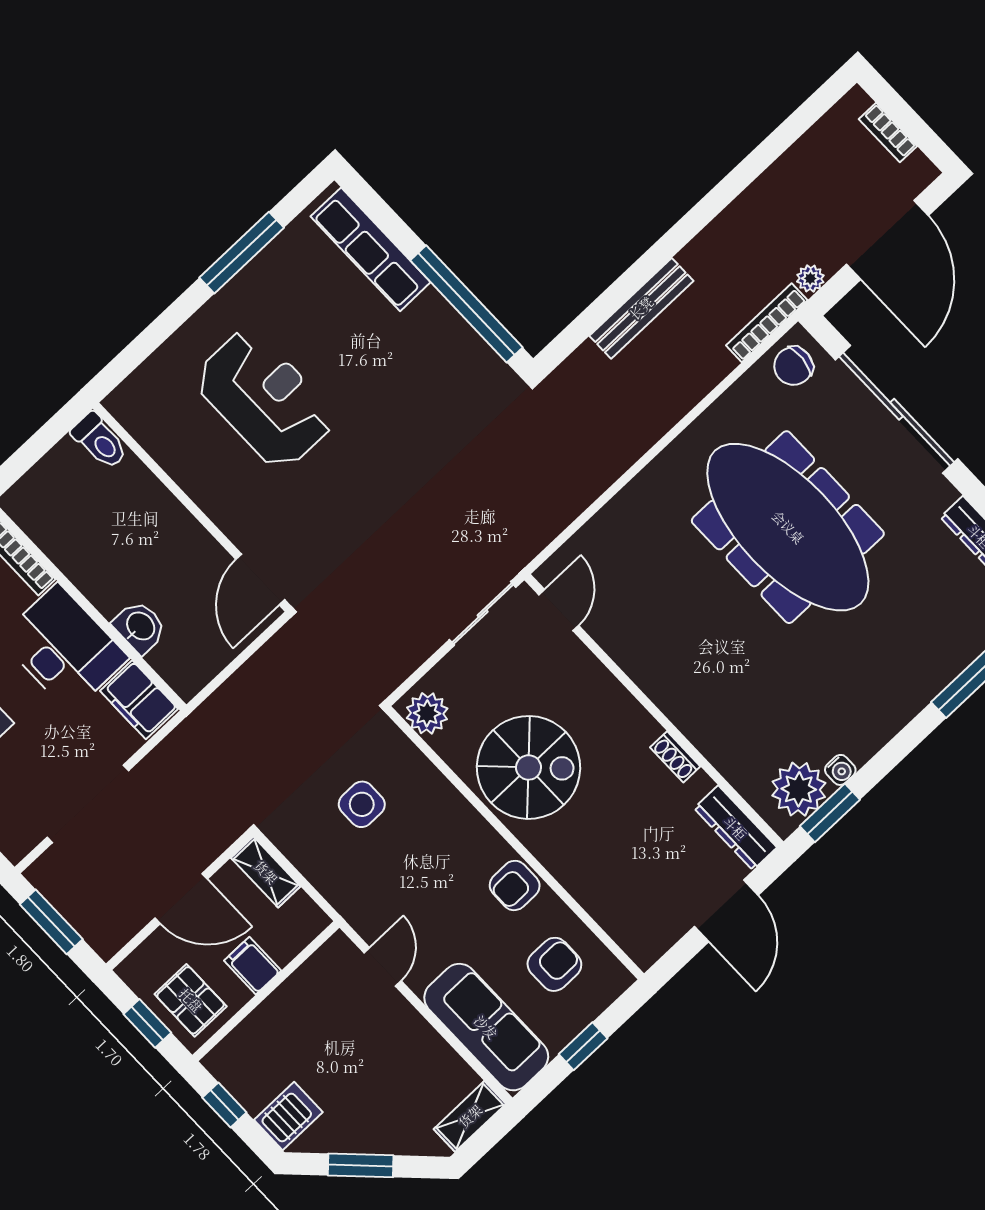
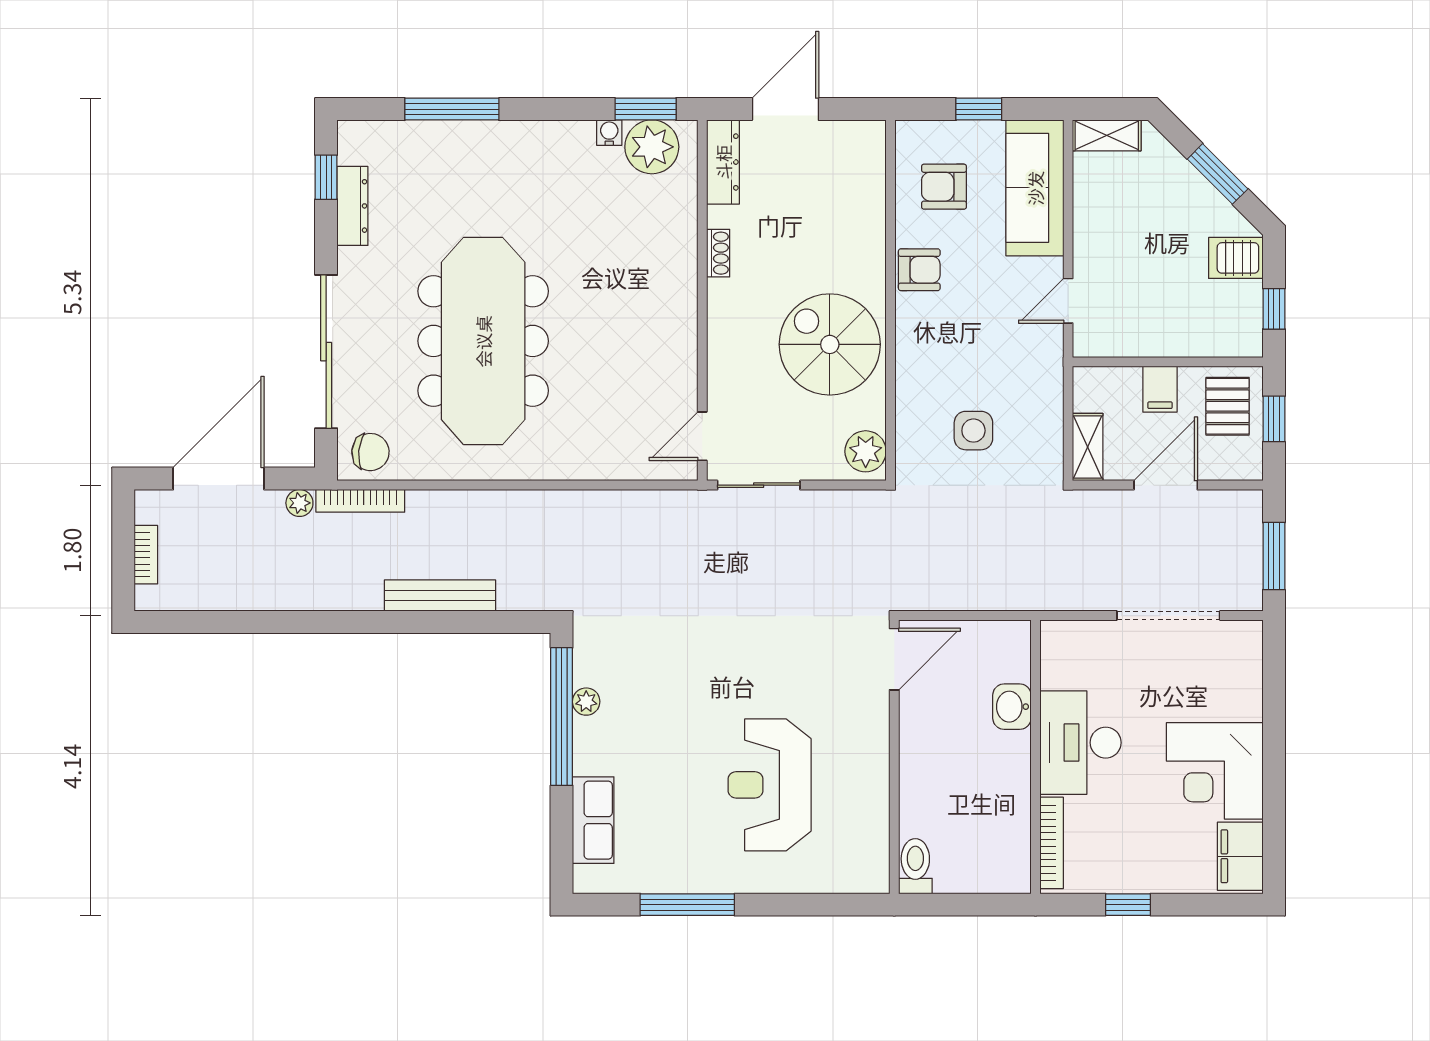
row of seats: (371, 249) -> (593, 820), width x0.68
plant: (459, 332) -> (586, 702), added
filing cabinet: (139, 700) -> (1062, 655), removed
door: (181, 899) -> (1166, 485), hinge flipped

